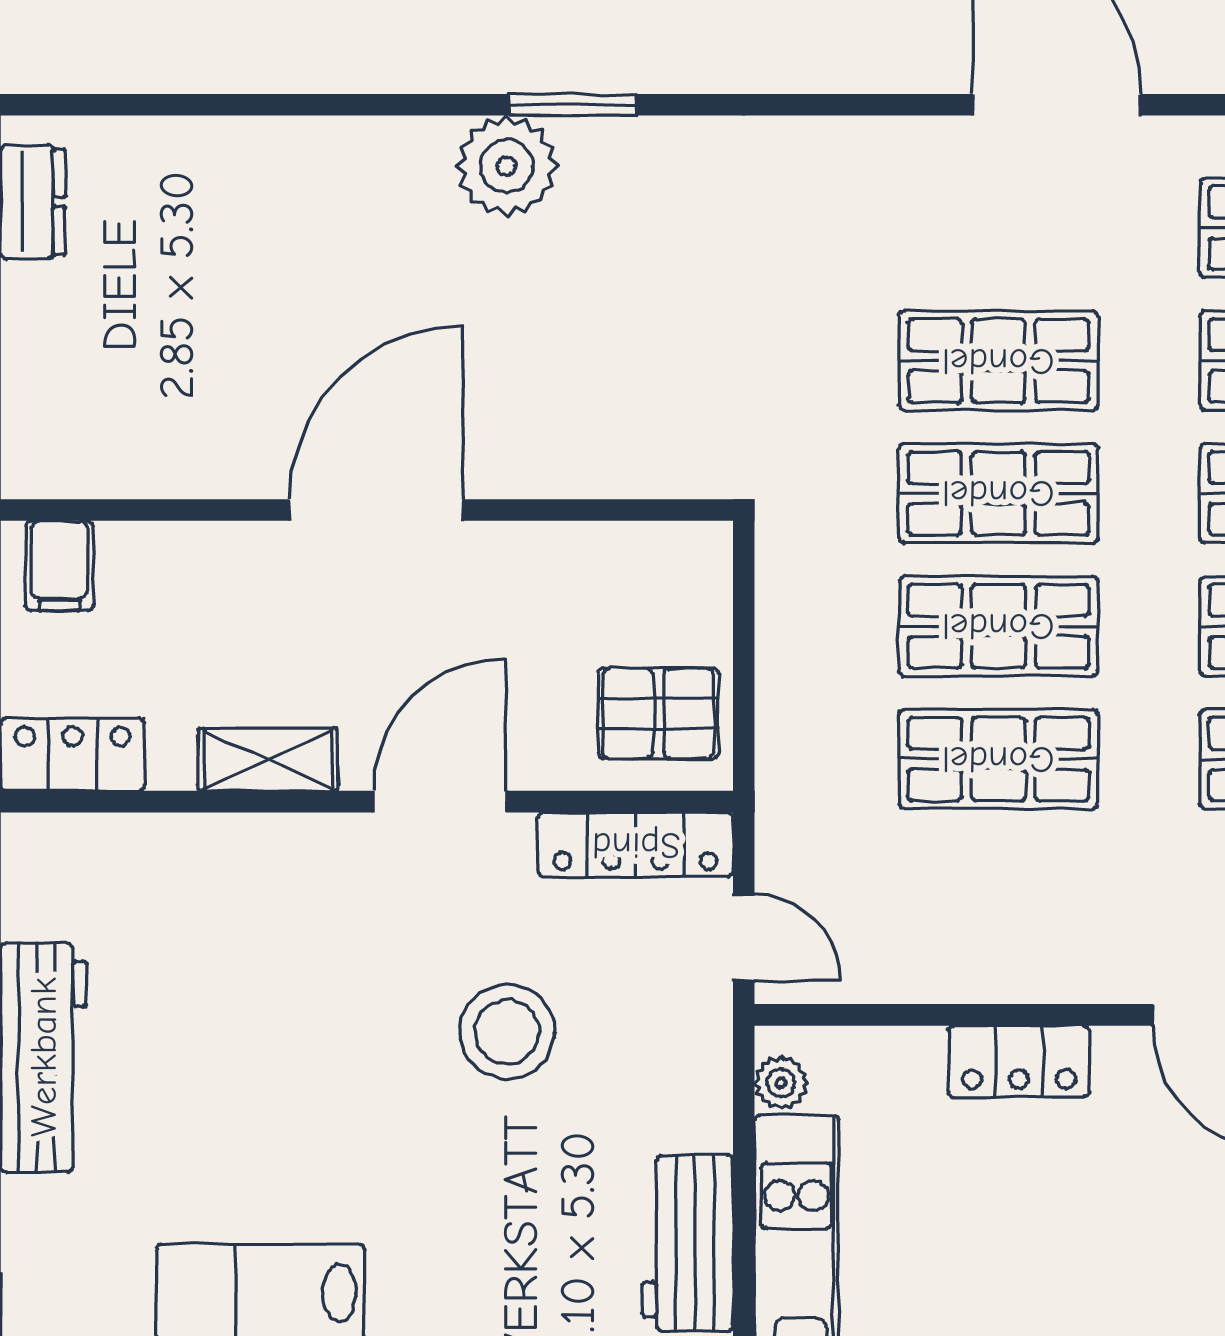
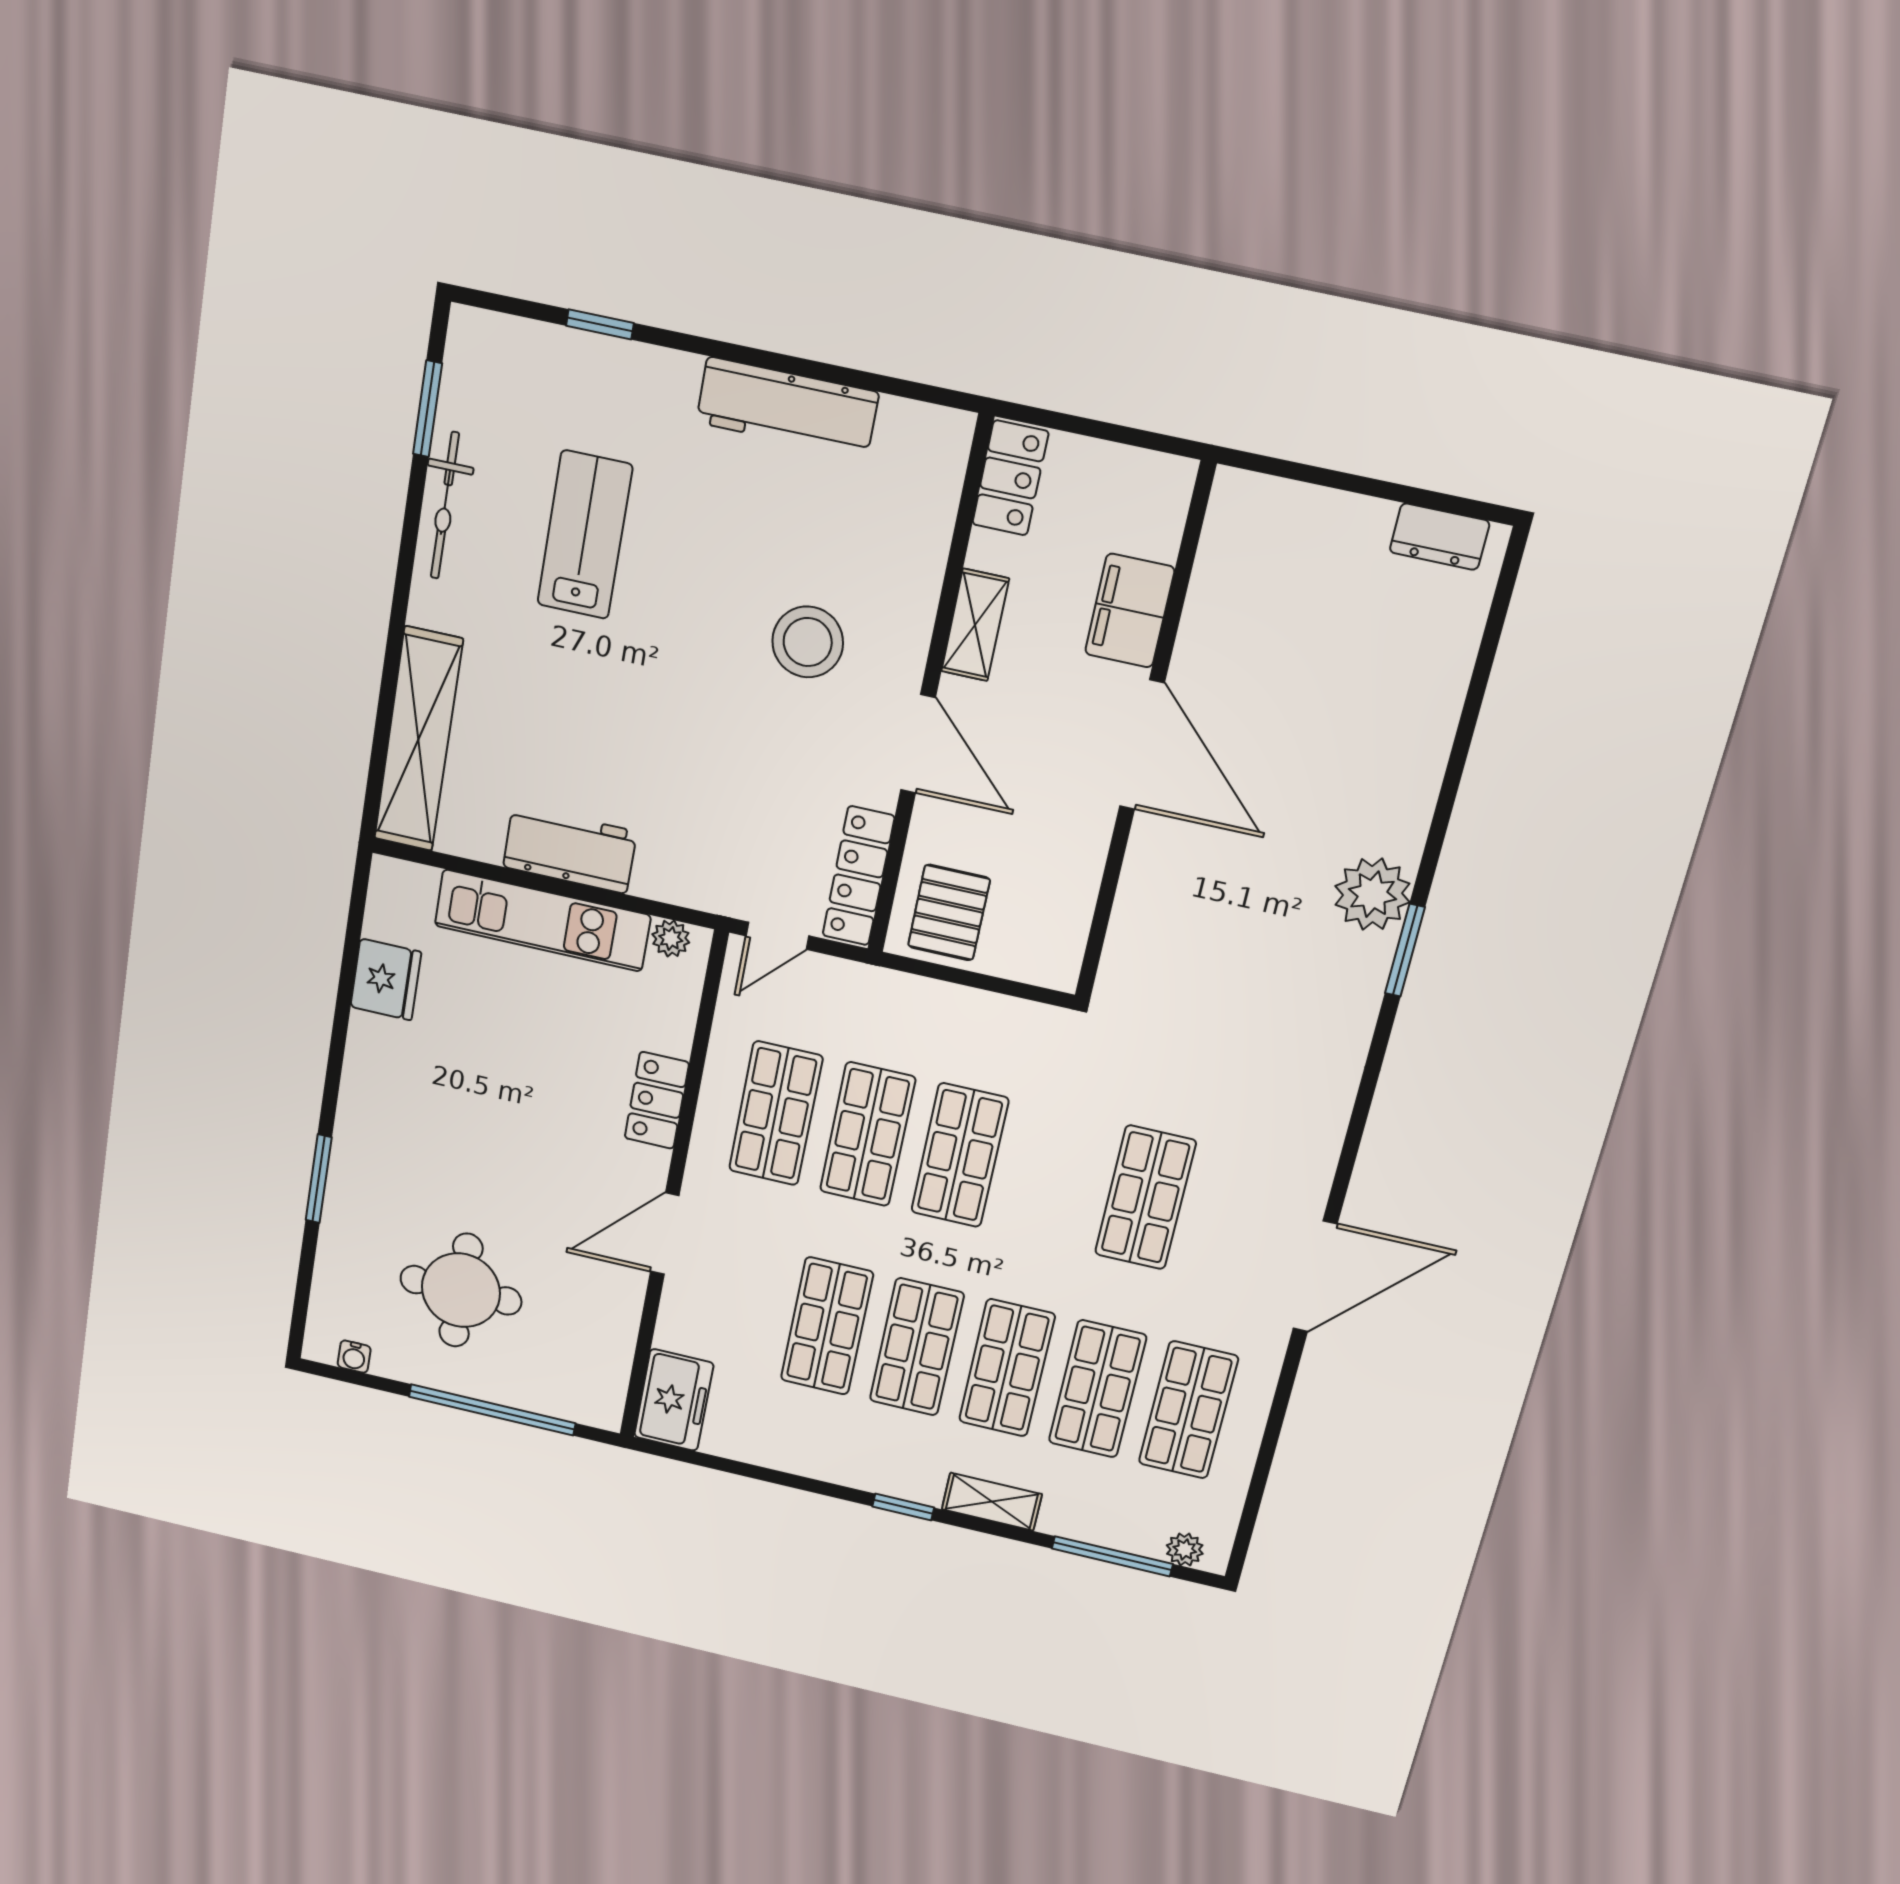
shop shelf: (998, 493) -> (776, 1113), moved
filing cabinet: (59, 566) -> (1130, 611), moved, width x2.00
stool: (507, 1032) -> (808, 642), moved

